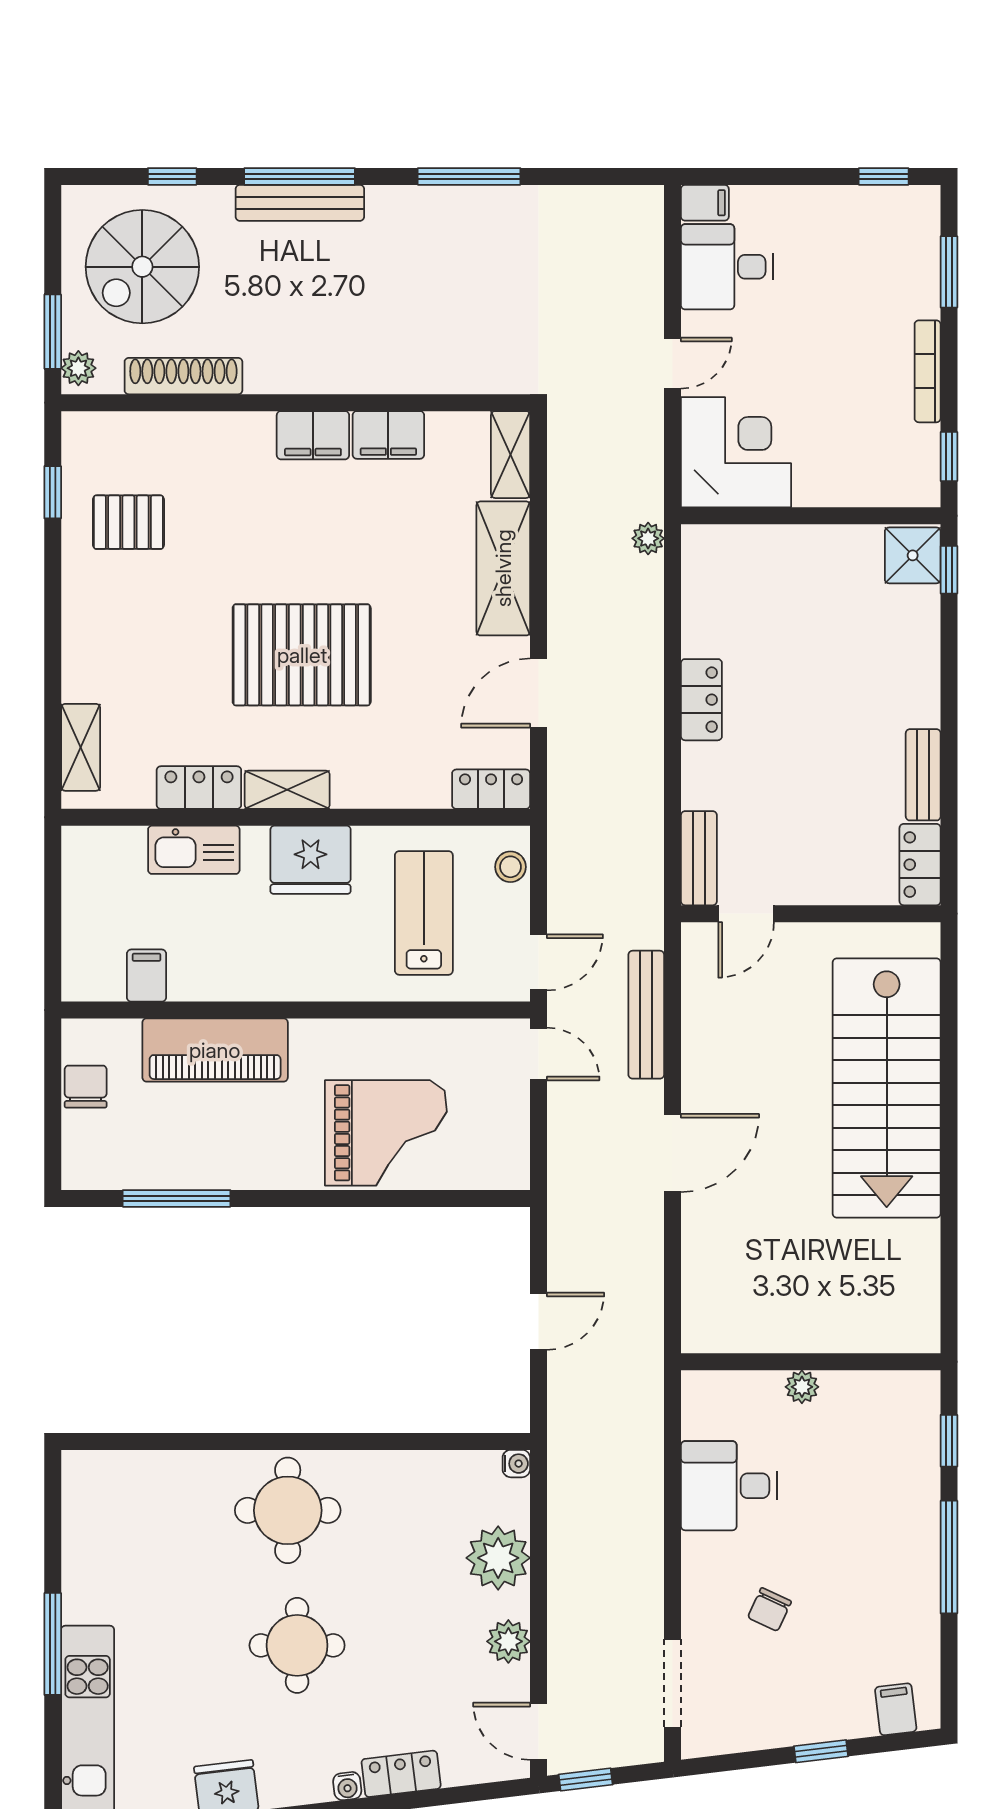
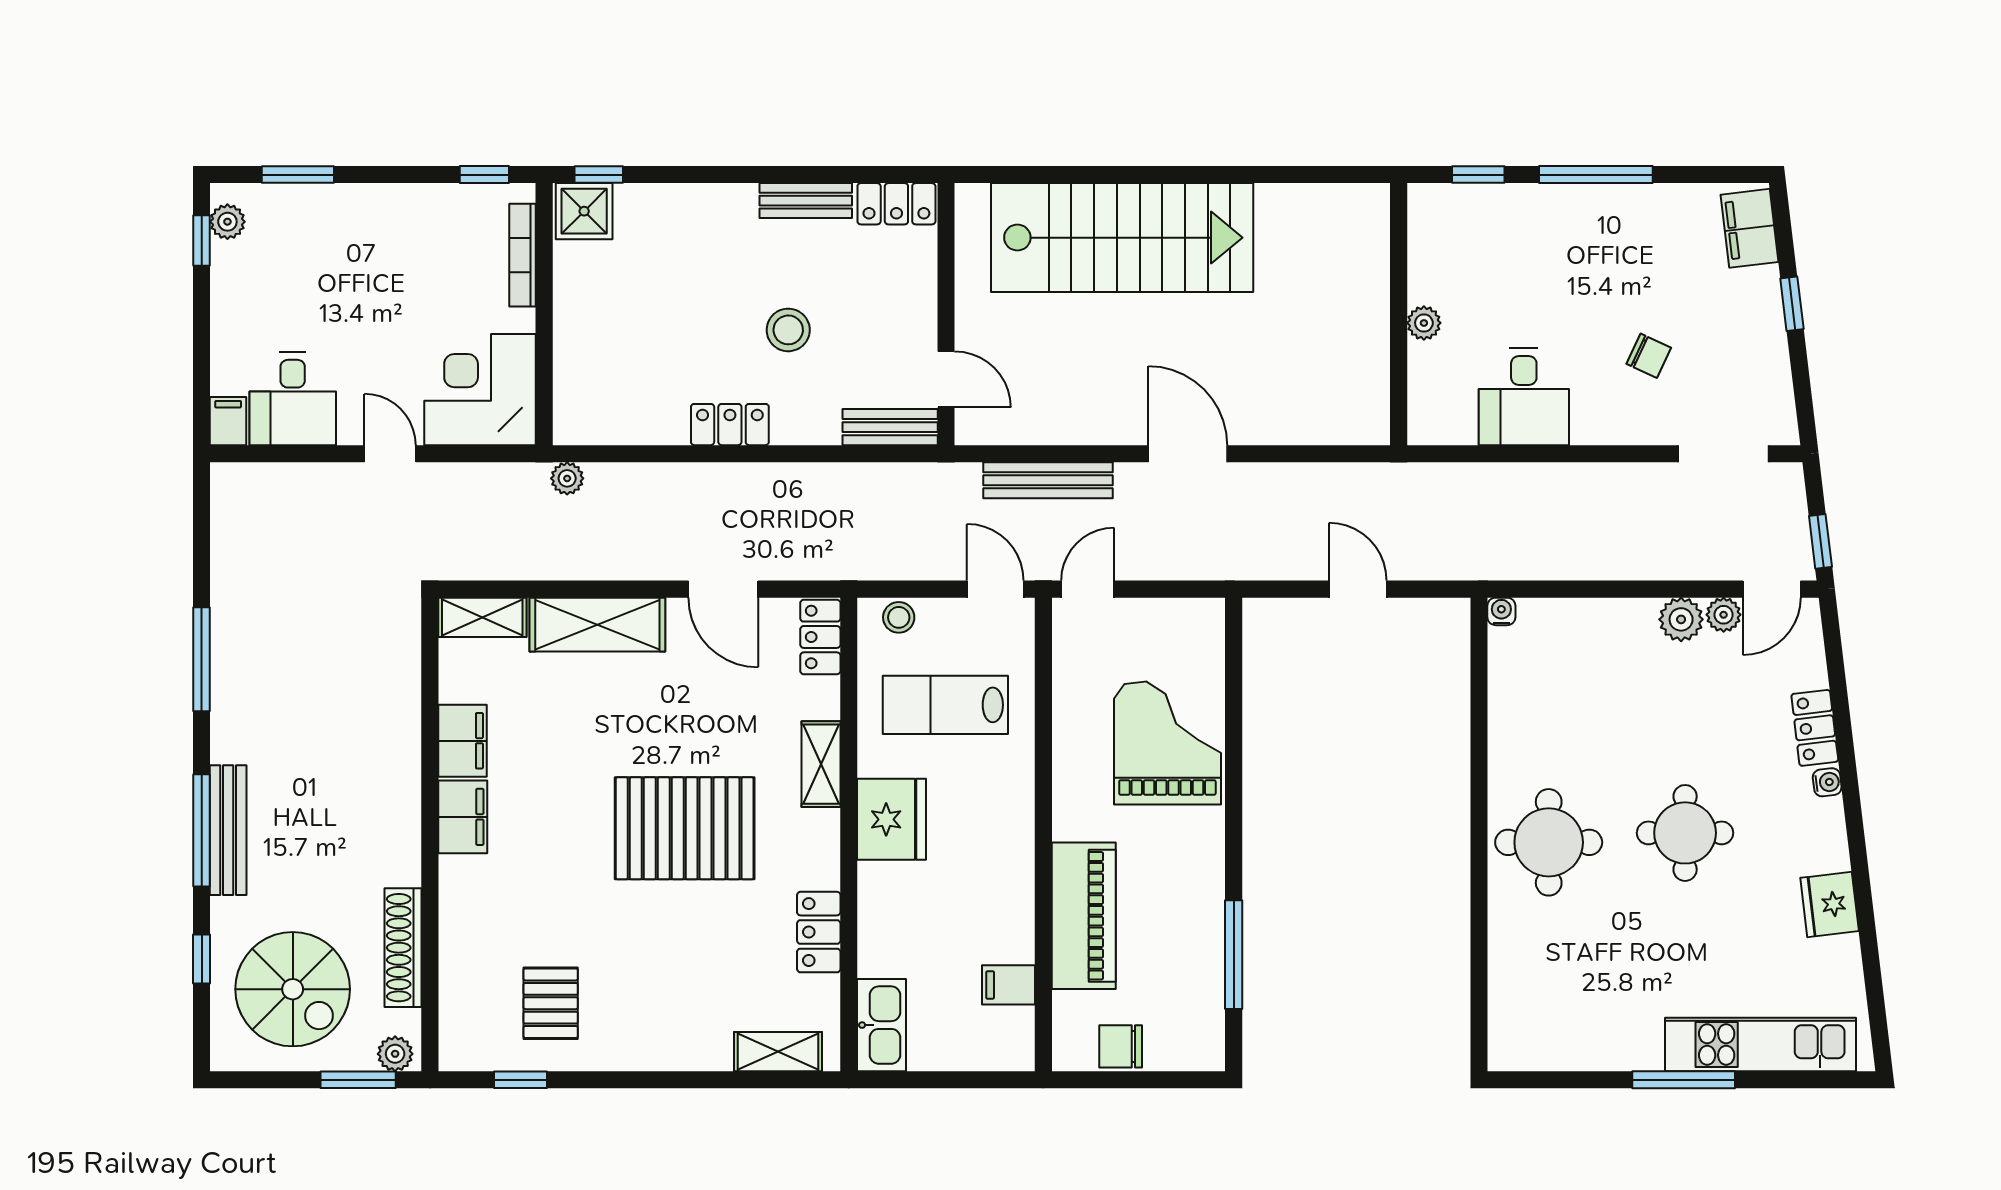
plant: (902, 202) -> (227, 222), added
bookcase: (928, 371) -> (523, 255), moved, turned 90
pallet: (302, 655) -> (685, 828), turned 90
stool: (795, 757) -> (788, 330), added
shelving: (287, 790) -> (821, 764), moved
kitchen sink: (194, 850) -> (882, 1025), moved
plant: (498, 1558) -> (1724, 615), moved, width x0.53, depth x0.53
filing cabinet: (896, 1709) -> (1750, 228), width x2.00

